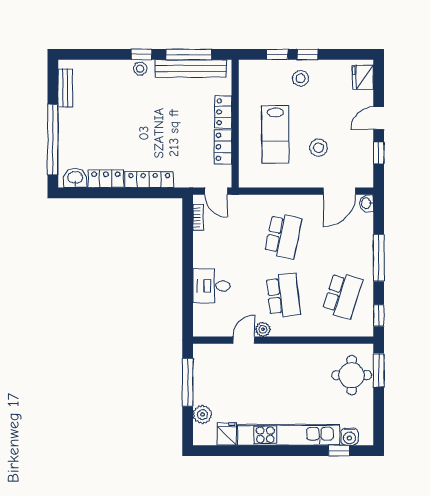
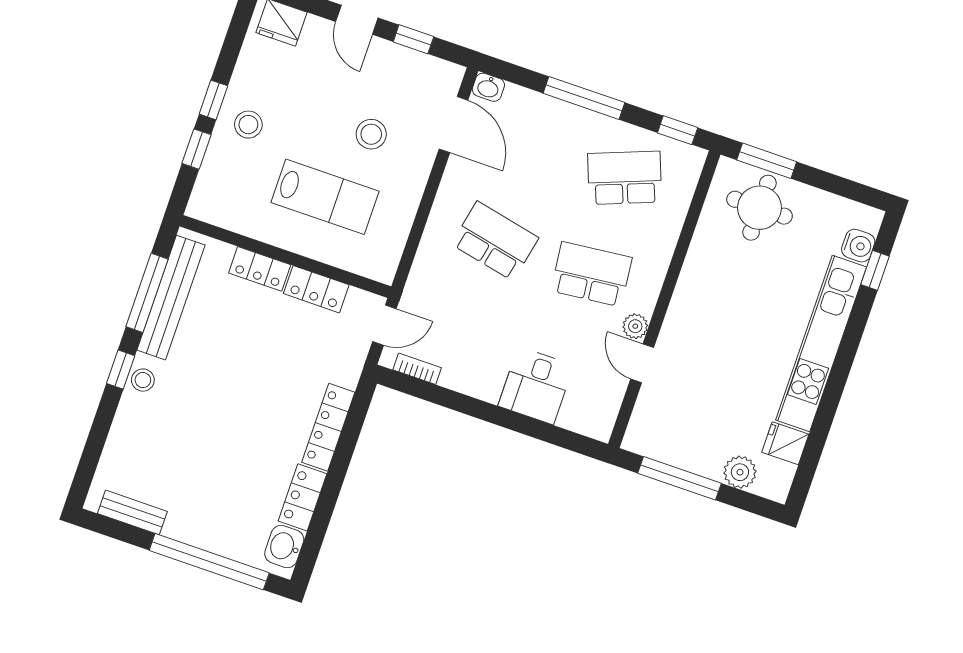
school desk: (342, 295) -> (625, 178), turned -39

